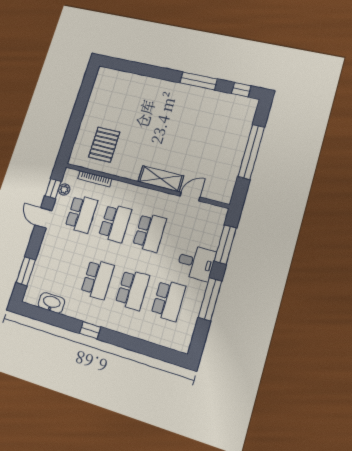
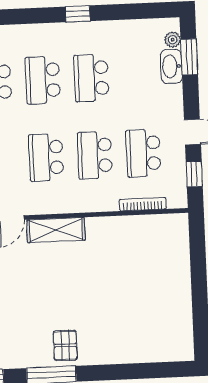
pallet: (104, 145) -> (65, 345), moved, width x0.67, depth x0.71
plant: (64, 190) -> (173, 40), moved
washbasin: (51, 303) -> (171, 66), moved, turned 90

